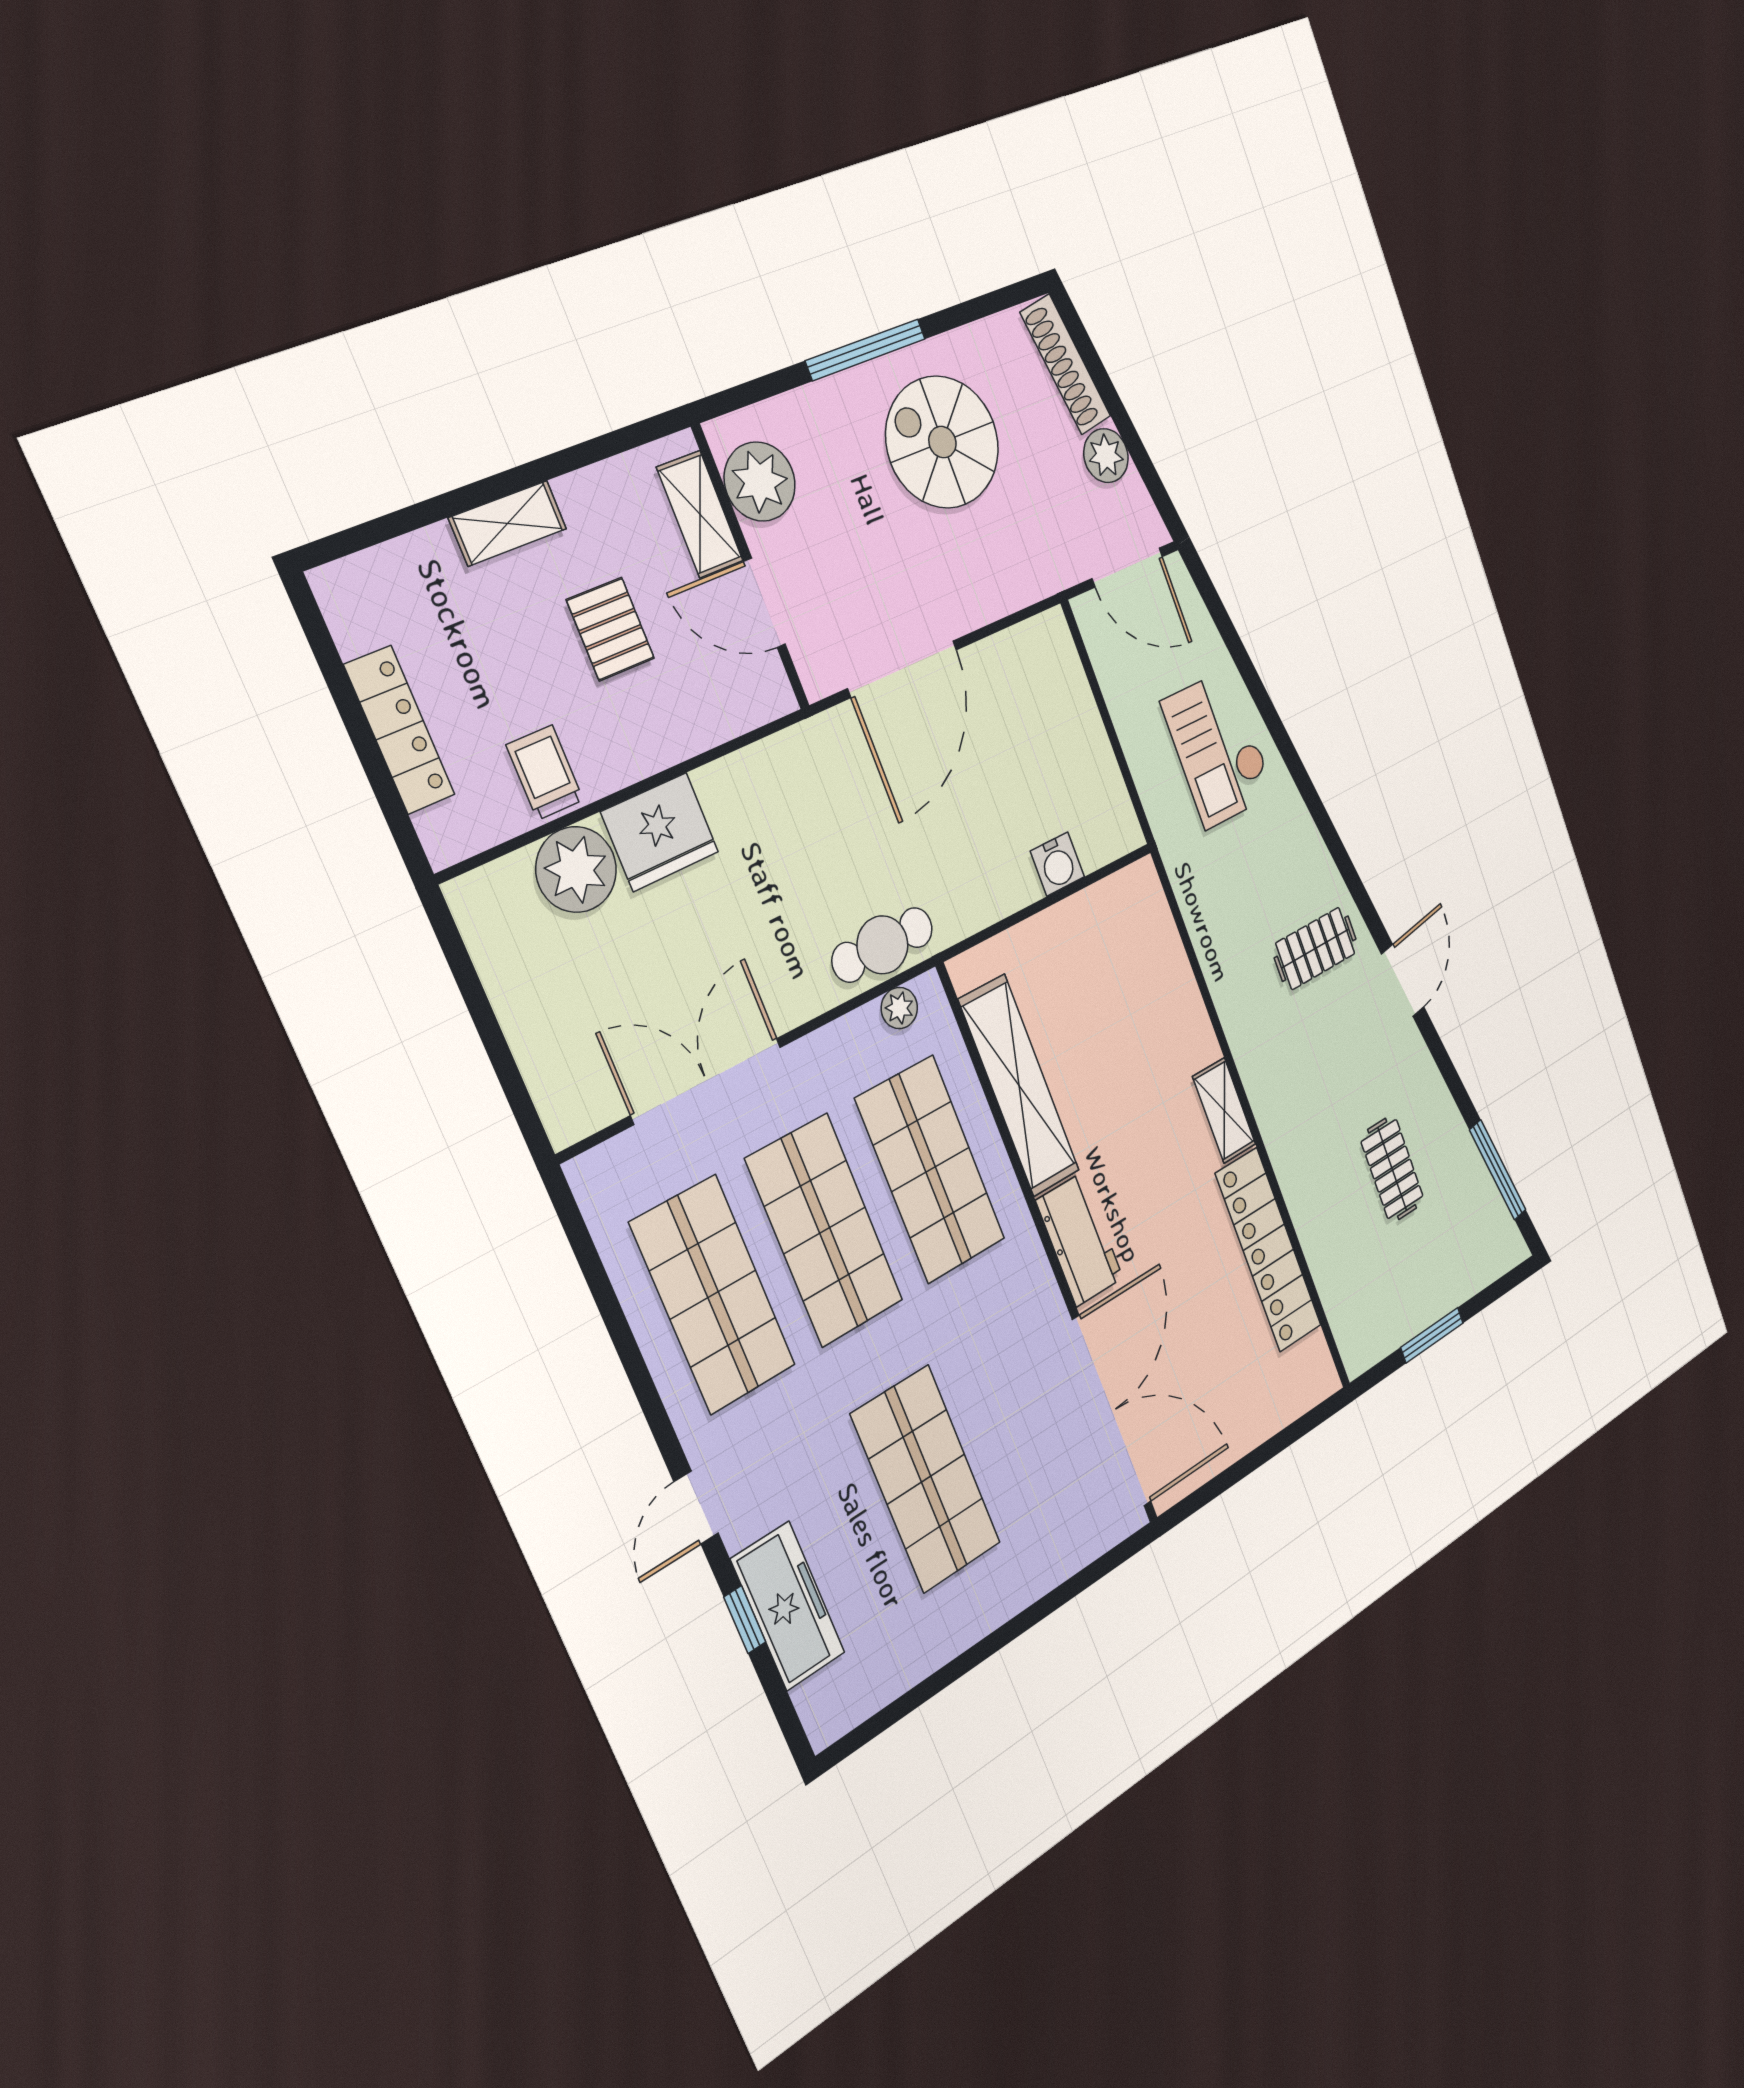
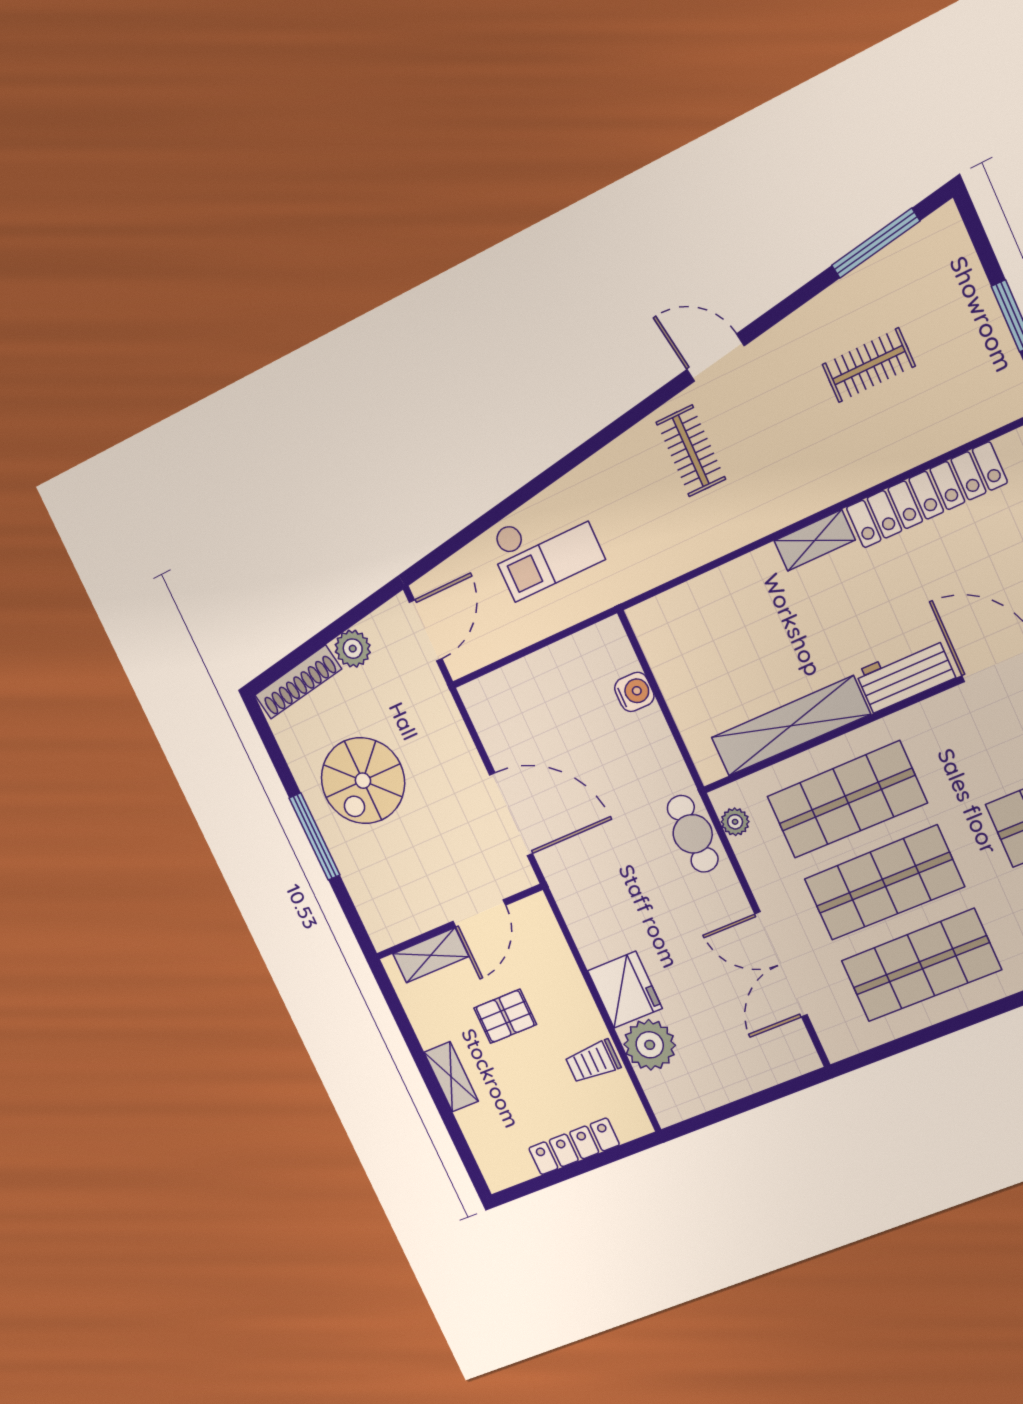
plant: (760, 482) -> (406, 914), removed

